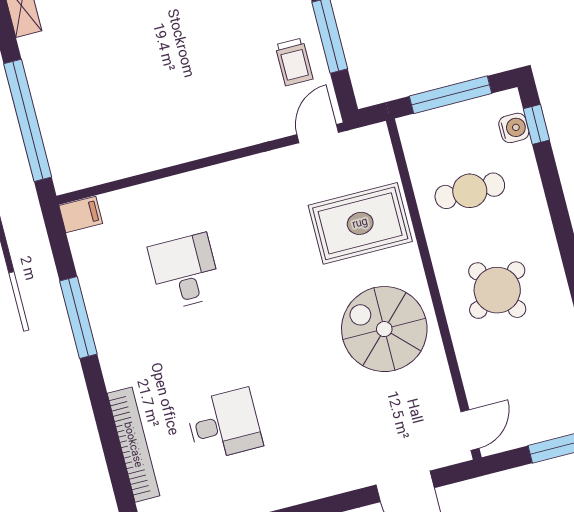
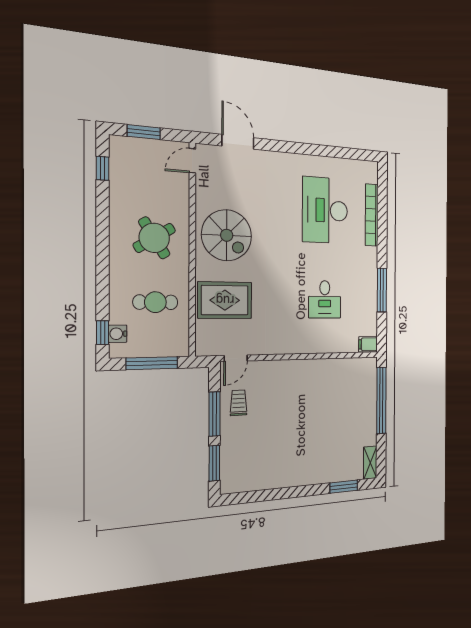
desk: (224, 424) -> (325, 210), width x1.87, depth x1.30

